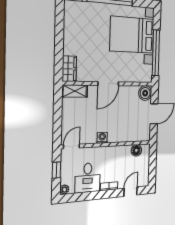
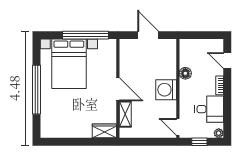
shelving: (75, 91) -> (125, 114), moved
boiler: (145, 93) -> (127, 47), removed
washing machine: (102, 138) -> (166, 90), width x1.89, depth x1.89
floor lamp: (136, 150) -> (185, 73), moved

